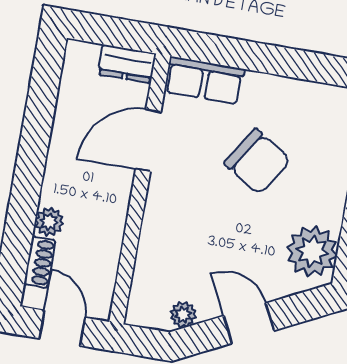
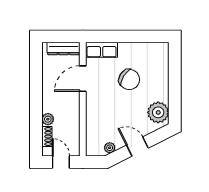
dresser: (127, 64) -> (63, 49), width x1.44

